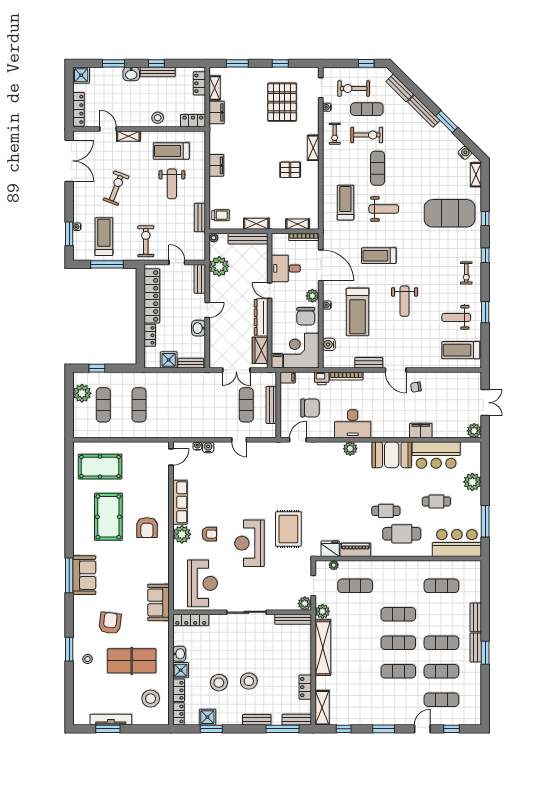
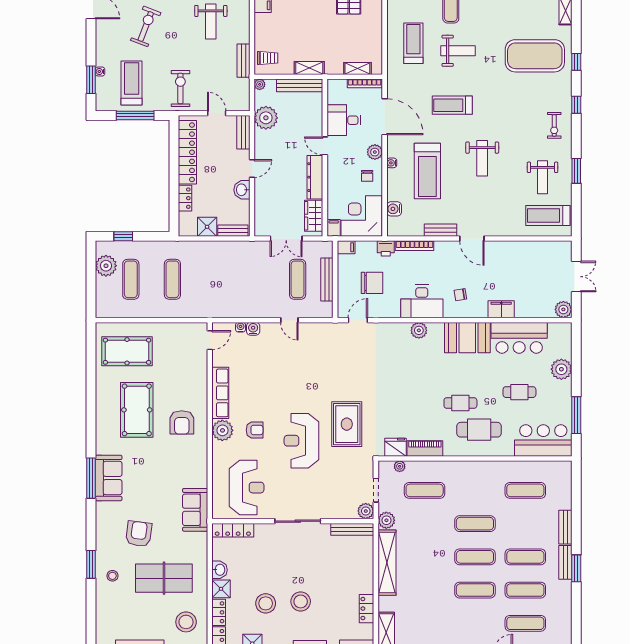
chair: (306, 316) -> (367, 176), width x0.54, depth x0.54
weight bench: (456, 317) -> (543, 177), turned -90
chair: (416, 387) -> (460, 295), moved

